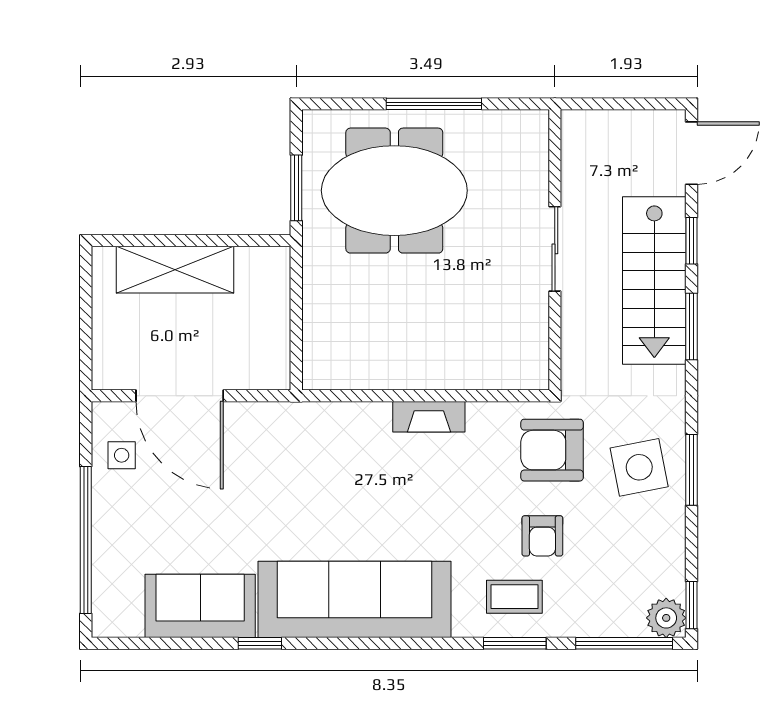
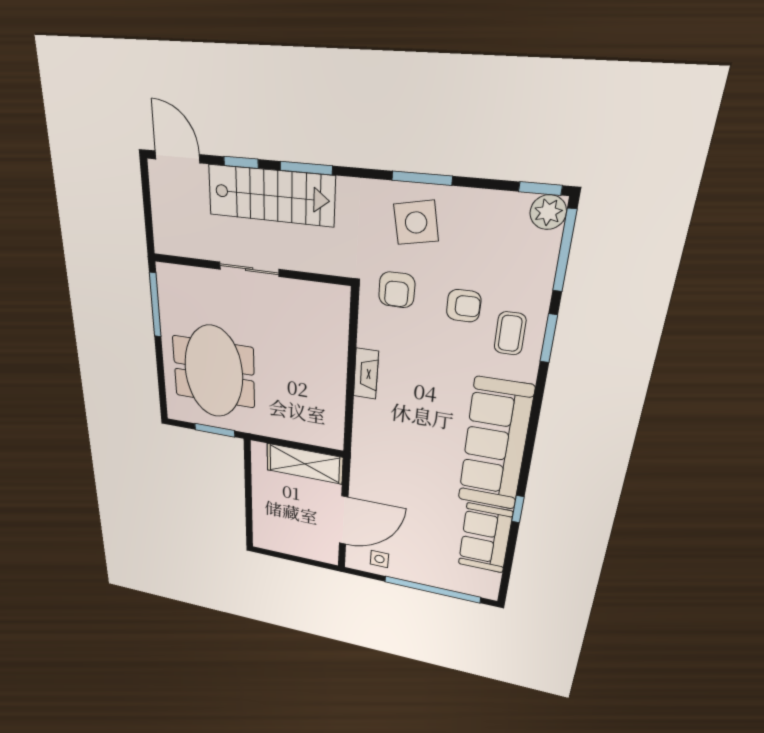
window: (434, 104) -> (155, 305), moved
shelving: (175, 270) -> (304, 464), moved, turned 90
armchair: (552, 450) -> (397, 290), width x0.72, depth x0.72

